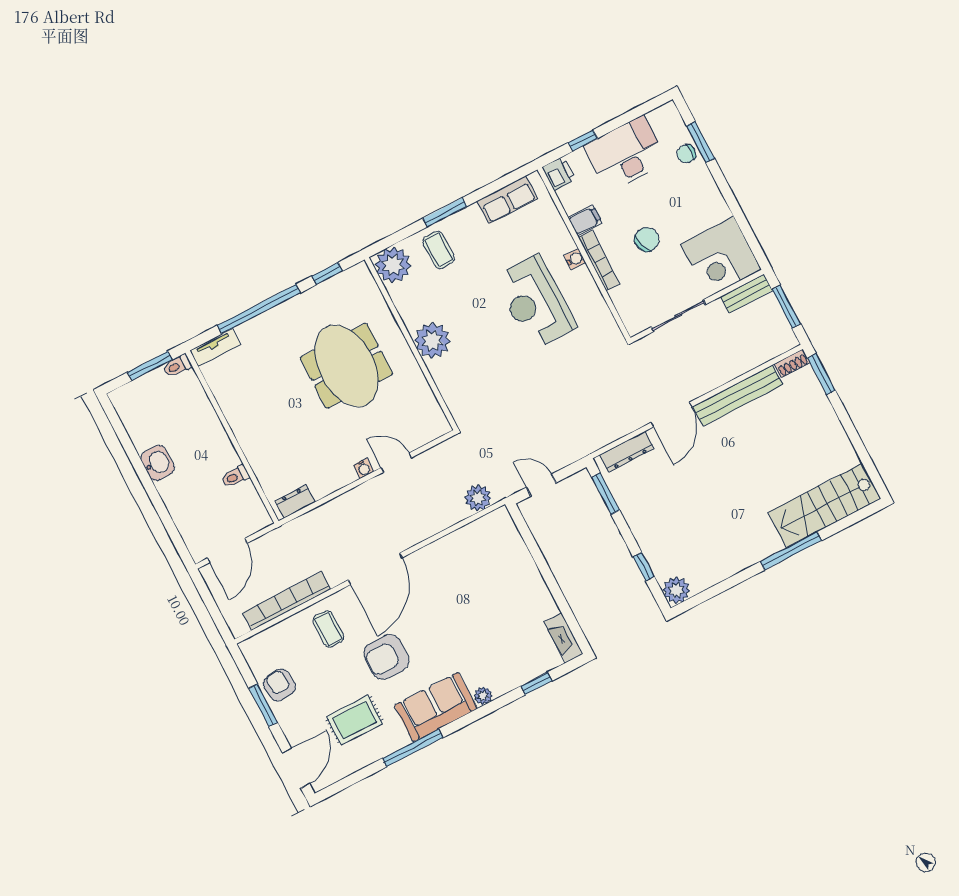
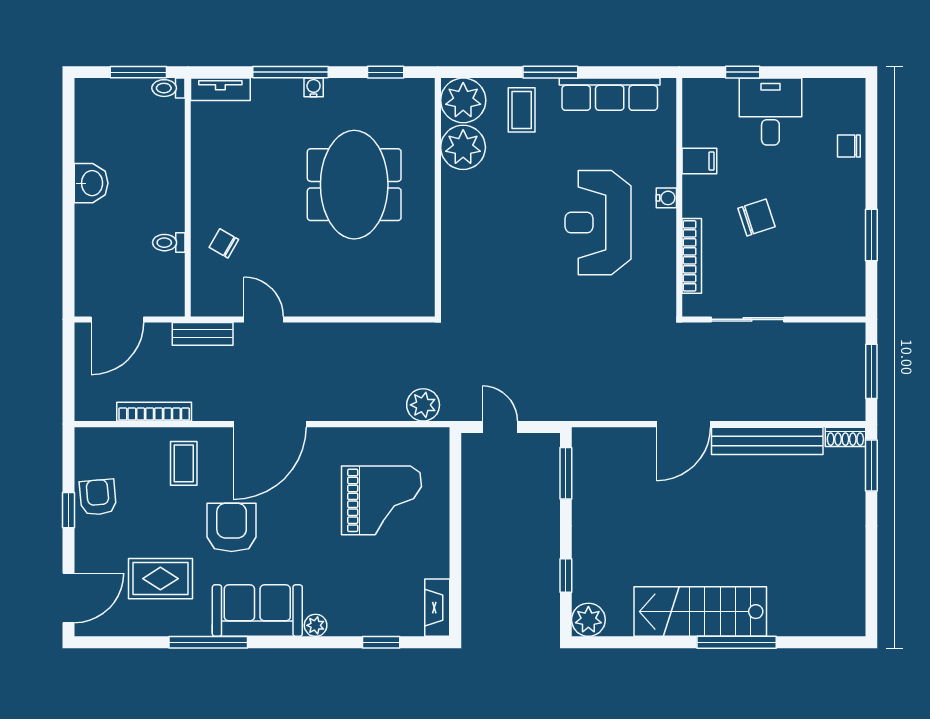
window: (701, 142) -> (871, 235), moved
desk: (626, 154) -> (770, 112), width x0.73
printer: (559, 174) -> (697, 95), removed
row of seats: (507, 200) -> (610, 94), width x1.48
corner desk: (721, 257) -> (828, 279), removed
bookcase: (599, 261) -> (692, 256), moved
bench: (746, 293) -> (203, 334), moved
window: (259, 309) -> (290, 72), width x0.68
plant: (432, 341) -> (463, 147), moved
dresser: (627, 452) -> (613, 440), removed
chair: (275, 456) -> (224, 243), added
door: (396, 463) -> (264, 319), moved
water cooler: (364, 468) -> (314, 87), moved, turned 180
dresser: (295, 501) -> (220, 304), removed
stairs: (824, 506) -> (700, 612), moved
grand piano: (484, 582) -> (381, 500), added
bookcase: (287, 601) -> (154, 412), width x0.68, depth x0.76
armchair: (386, 657) -> (232, 527), turned 90
window: (263, 705) -> (68, 510), width x0.67

